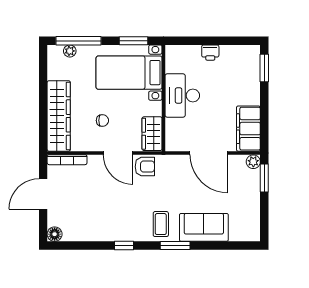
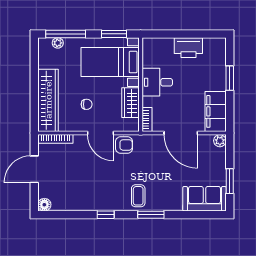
printer: (210, 53) -> (188, 48), width x1.87, depth x1.48
window: (264, 68) -> (230, 78), moved
desk: (182, 96) -> (157, 82), width x0.73
wardrobe: (152, 134) -> (130, 103), moved
bookcase: (171, 138) -> (147, 119), added
window: (264, 178) -> (230, 181), moved
sofa: (204, 227) -> (204, 199), moved

